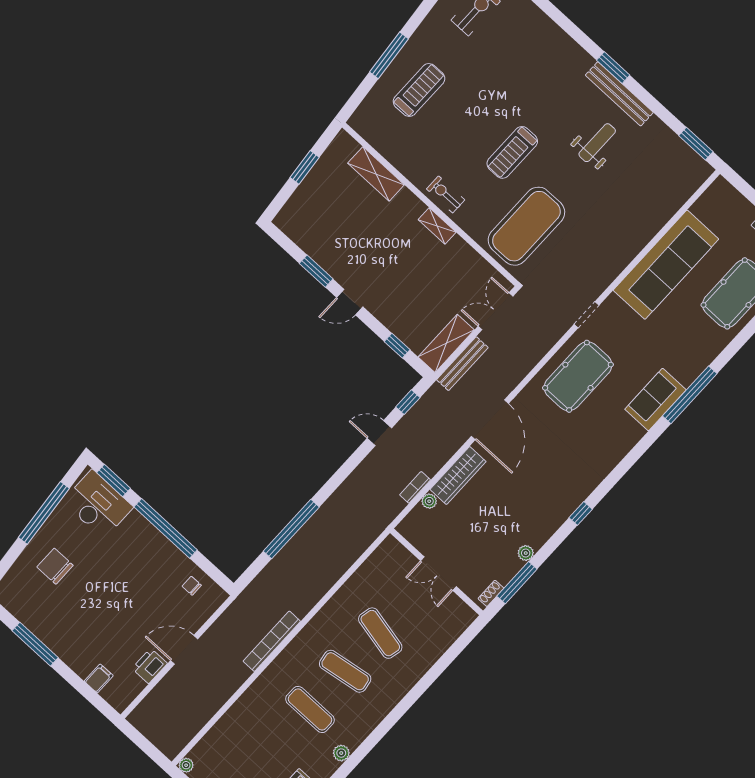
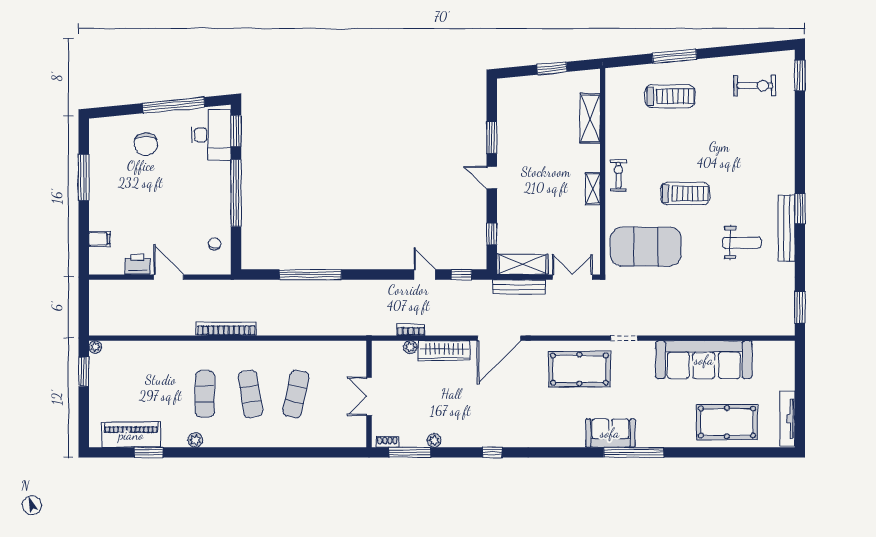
treadmill: (512, 152) -> (685, 194), turned 180
chair: (55, 566) -> (146, 144), turned 180

